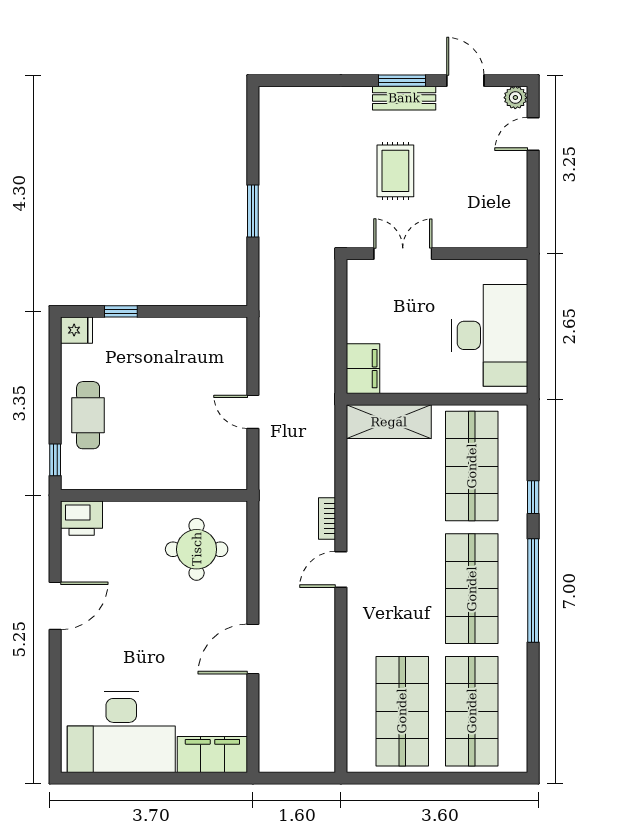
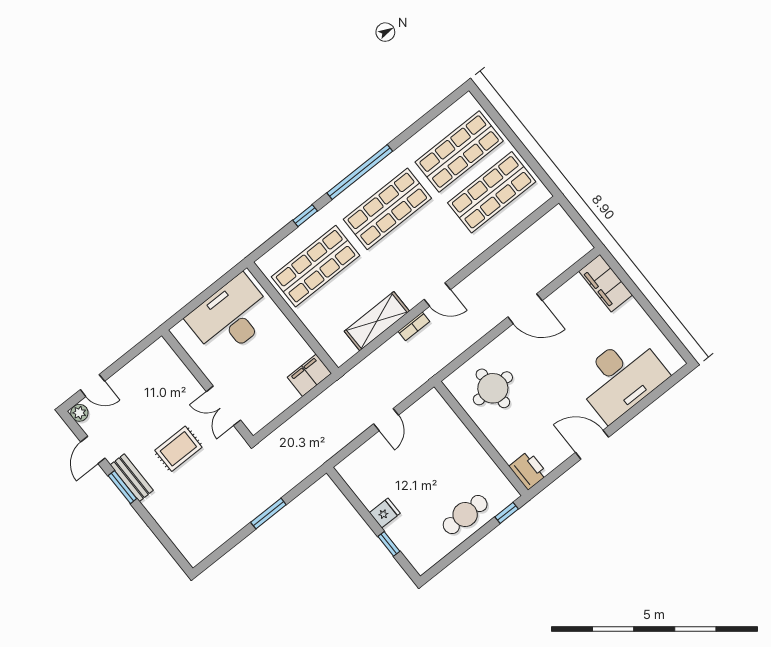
fridge: (77, 330) -> (385, 513), moved, turned 90
shelving: (389, 422) -> (377, 321), moved, turned 90
desk: (121, 732) -> (621, 377), moved, turned 90

